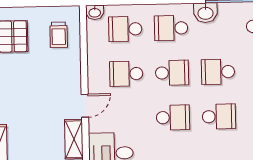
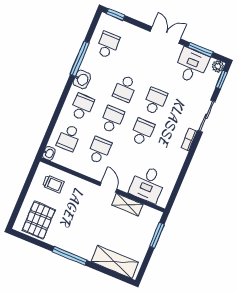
school desk: (171, 28) -> (82, 107), turned 180
school desk: (126, 74) -> (99, 150), turned 180

